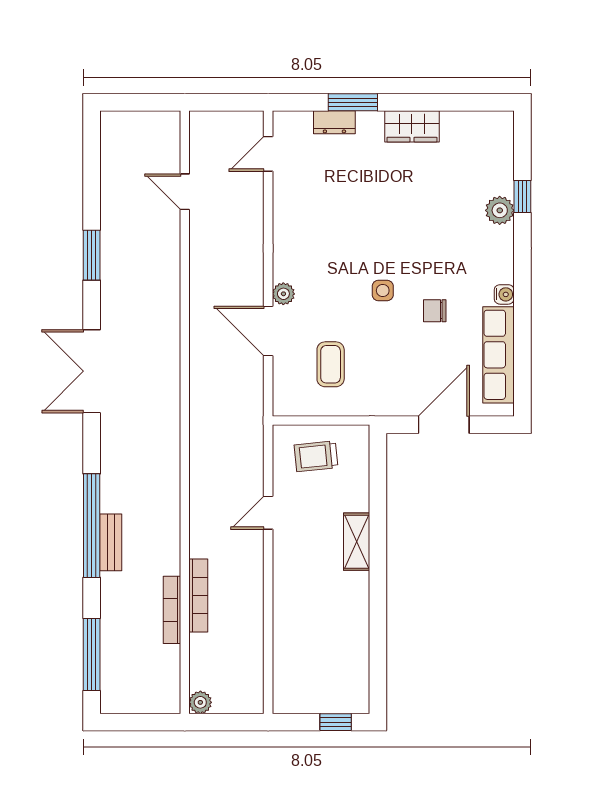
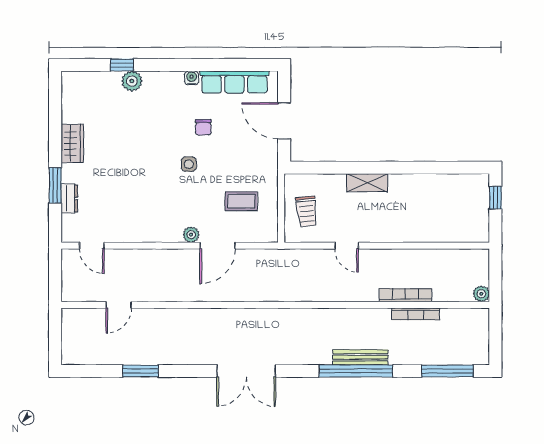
window: (92, 255) -> (141, 371), moved
bench: (111, 542) -> (360, 357), width x1.36

